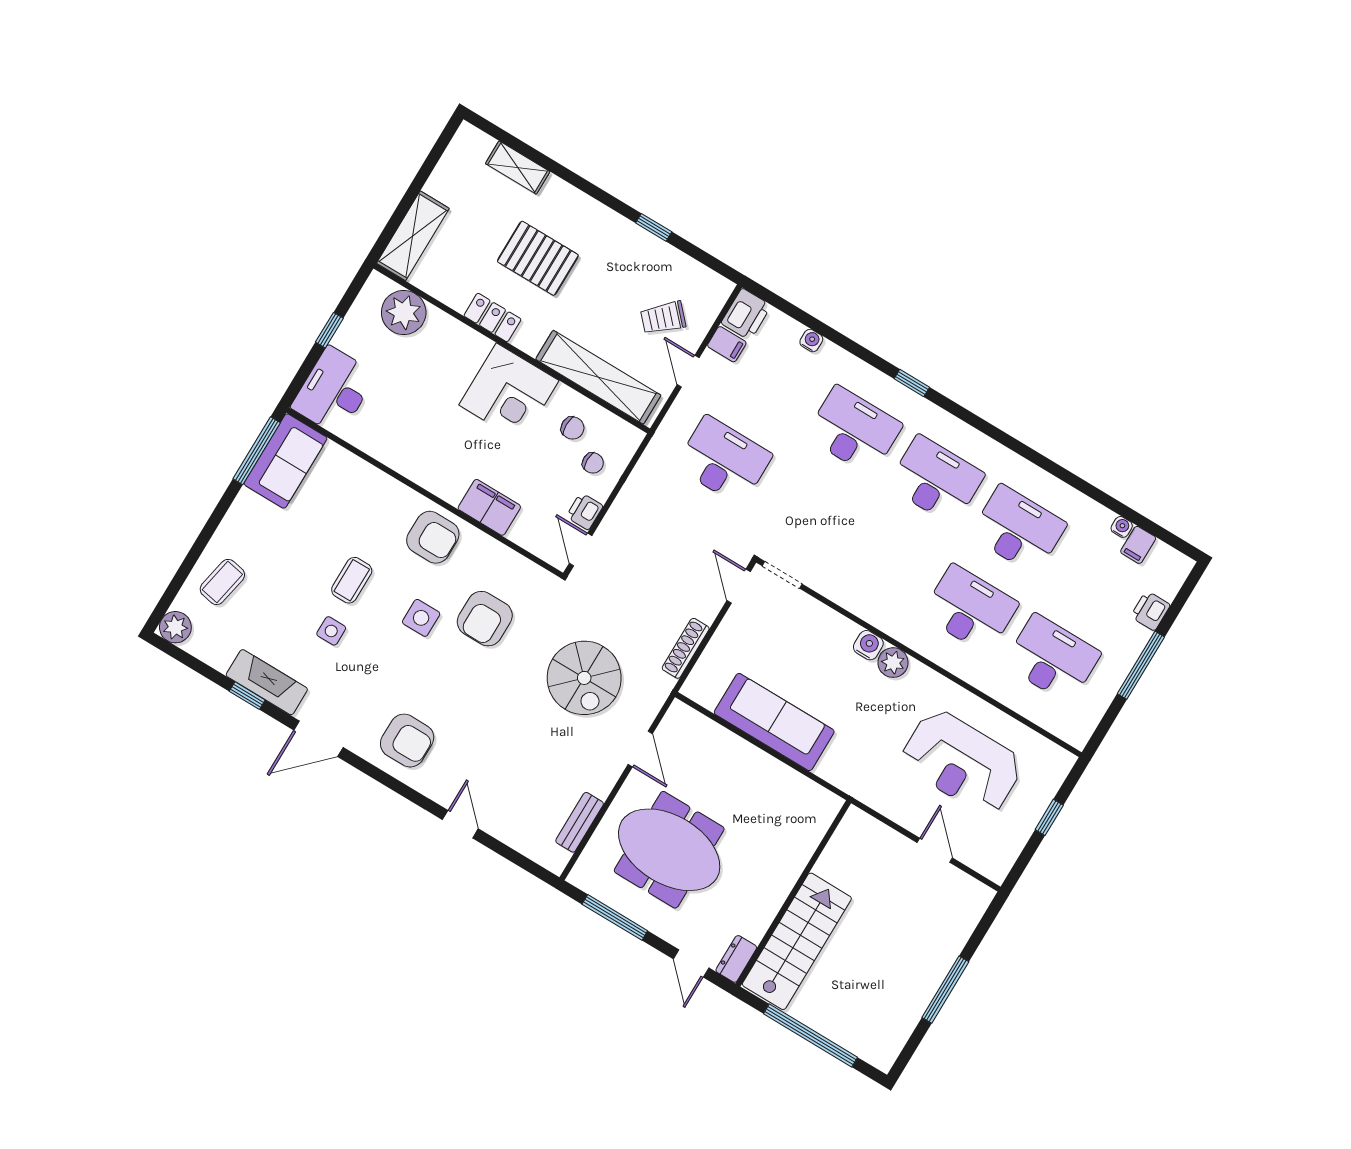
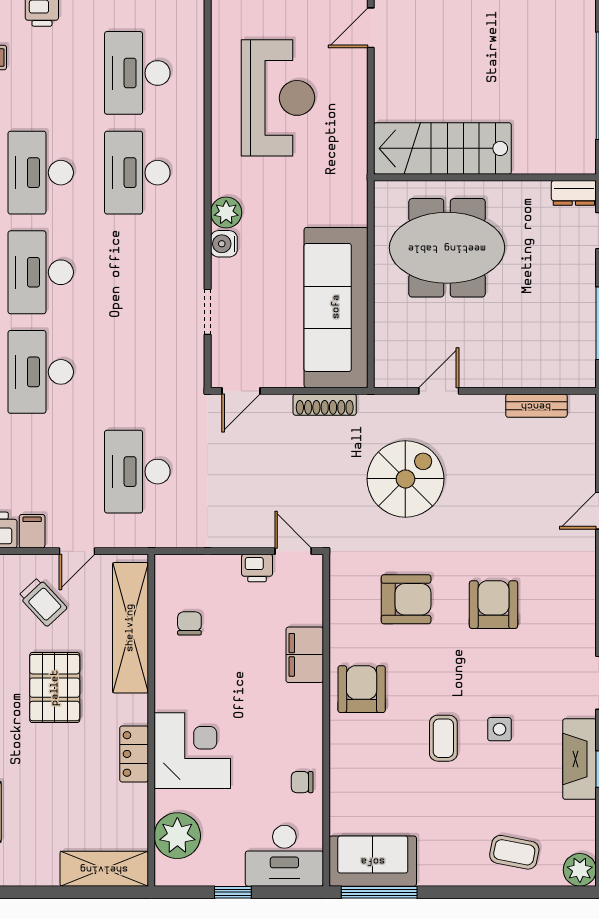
pallet: (538, 258) -> (55, 688), moved
corner desk: (509, 393) -> (192, 751), moved
chair: (593, 463) -> (302, 782), moved, turned -90
door: (581, 549) -> (293, 551), swing flipped
doorway: (782, 575) -> (208, 312), moved
coffee table: (352, 580) -> (443, 738), turned 90
side table: (421, 618) -> (440, 656), removed
sofa: (774, 722) -> (336, 307), width x1.36, depth x1.27
armchair: (407, 741) -> (493, 605), moved
meeting table: (669, 850) -> (447, 248), moved, turned 90
door: (935, 850) -> (371, 28), moved
stairs: (797, 941) -> (442, 148), moved

